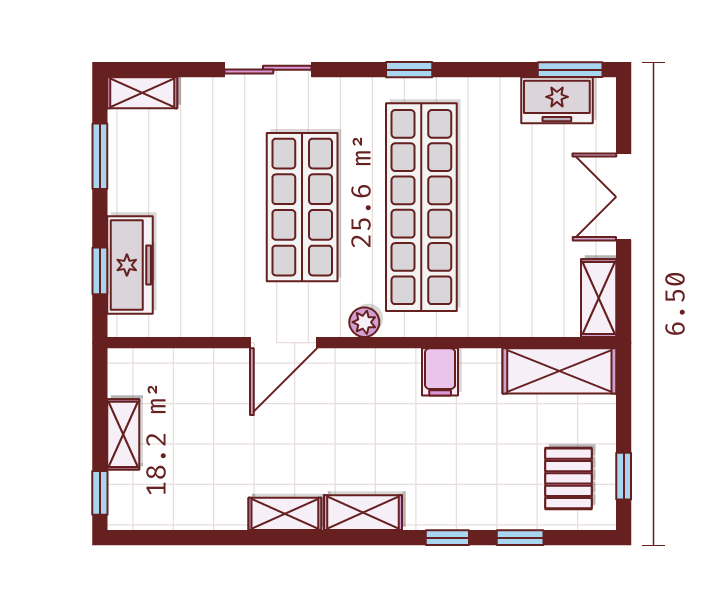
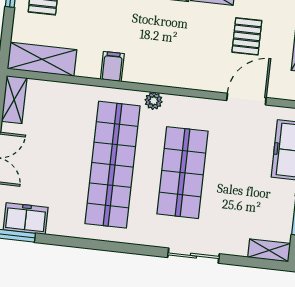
window: (409, 70) -> (111, 246), removed
door: (284, 343) -> (246, 99), moved
pallet: (220, 448) -> (247, 36), added

